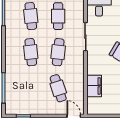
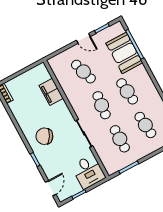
booth: (16, 85) -> (124, 53), added
door: (74, 116) -> (83, 38), moved

